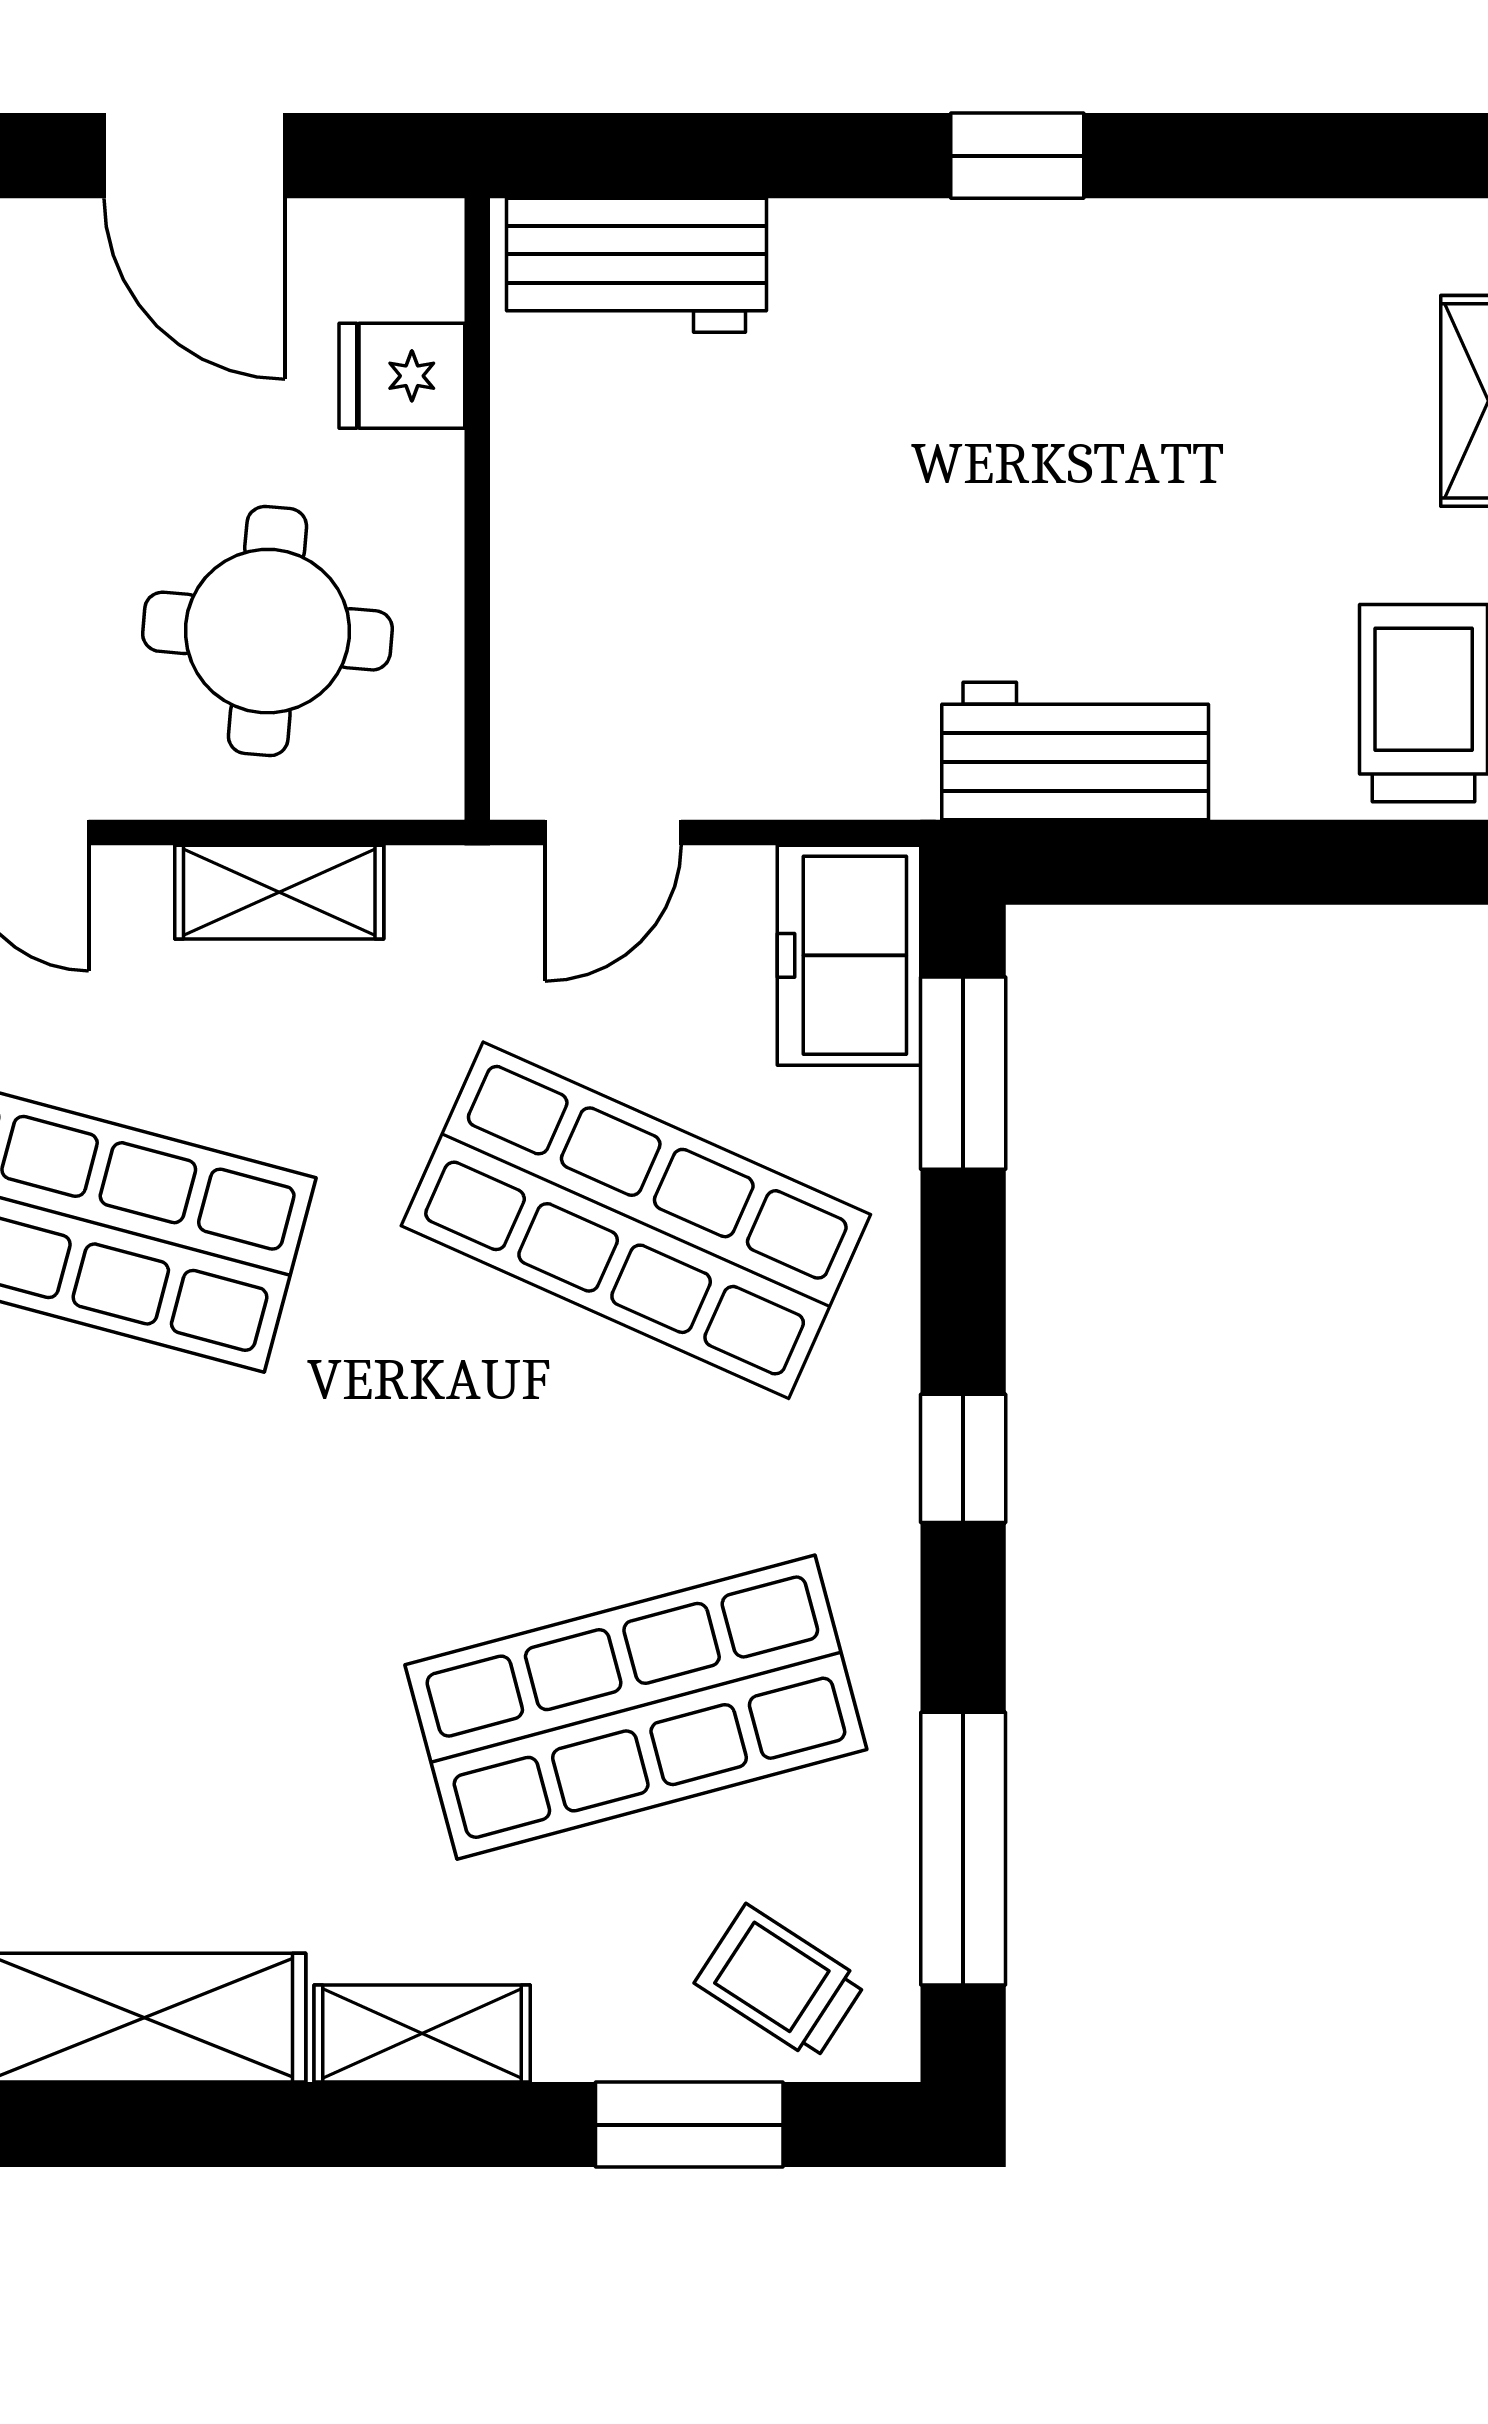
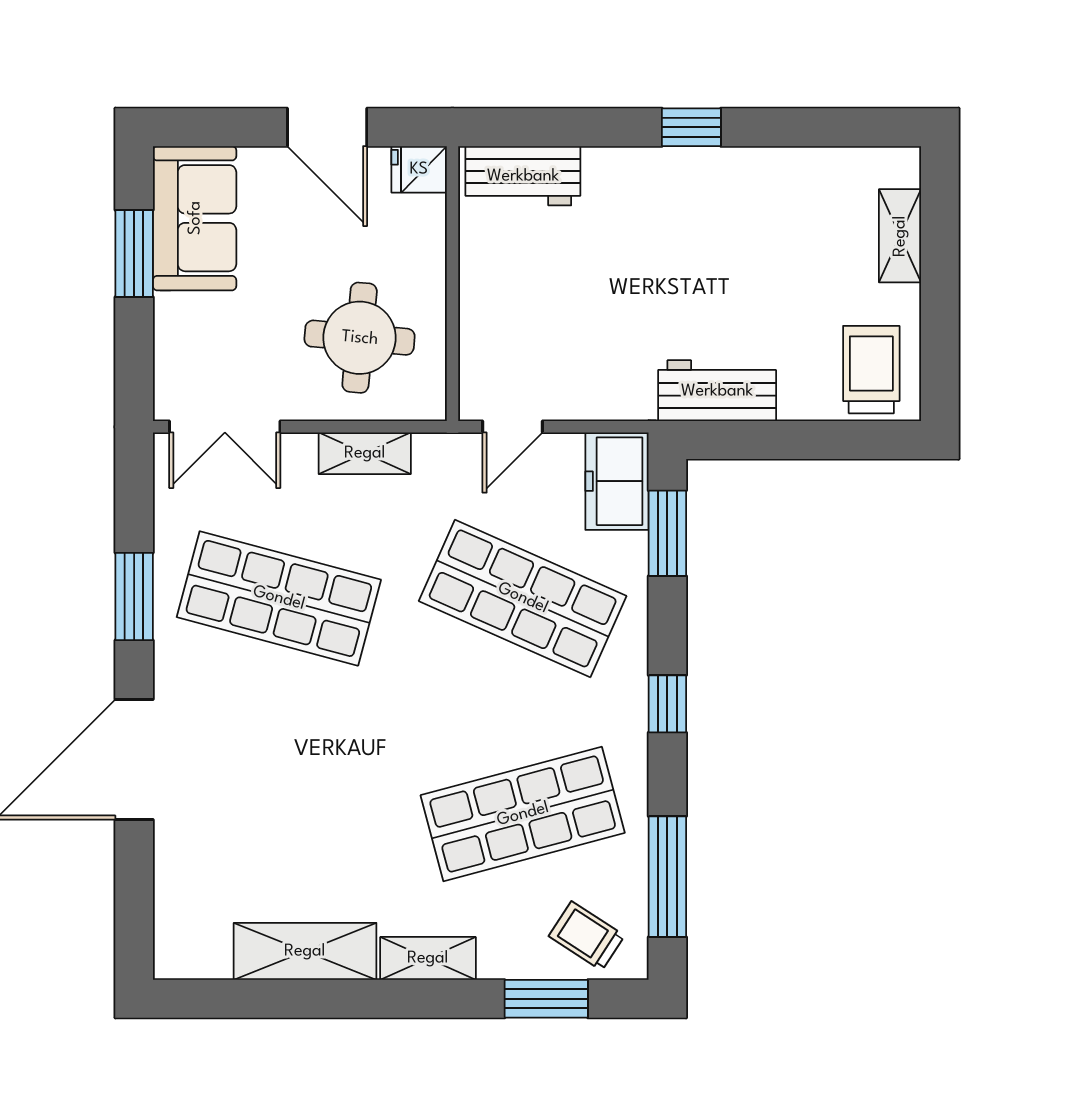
fridge: (402, 376) -> (419, 169), moved

